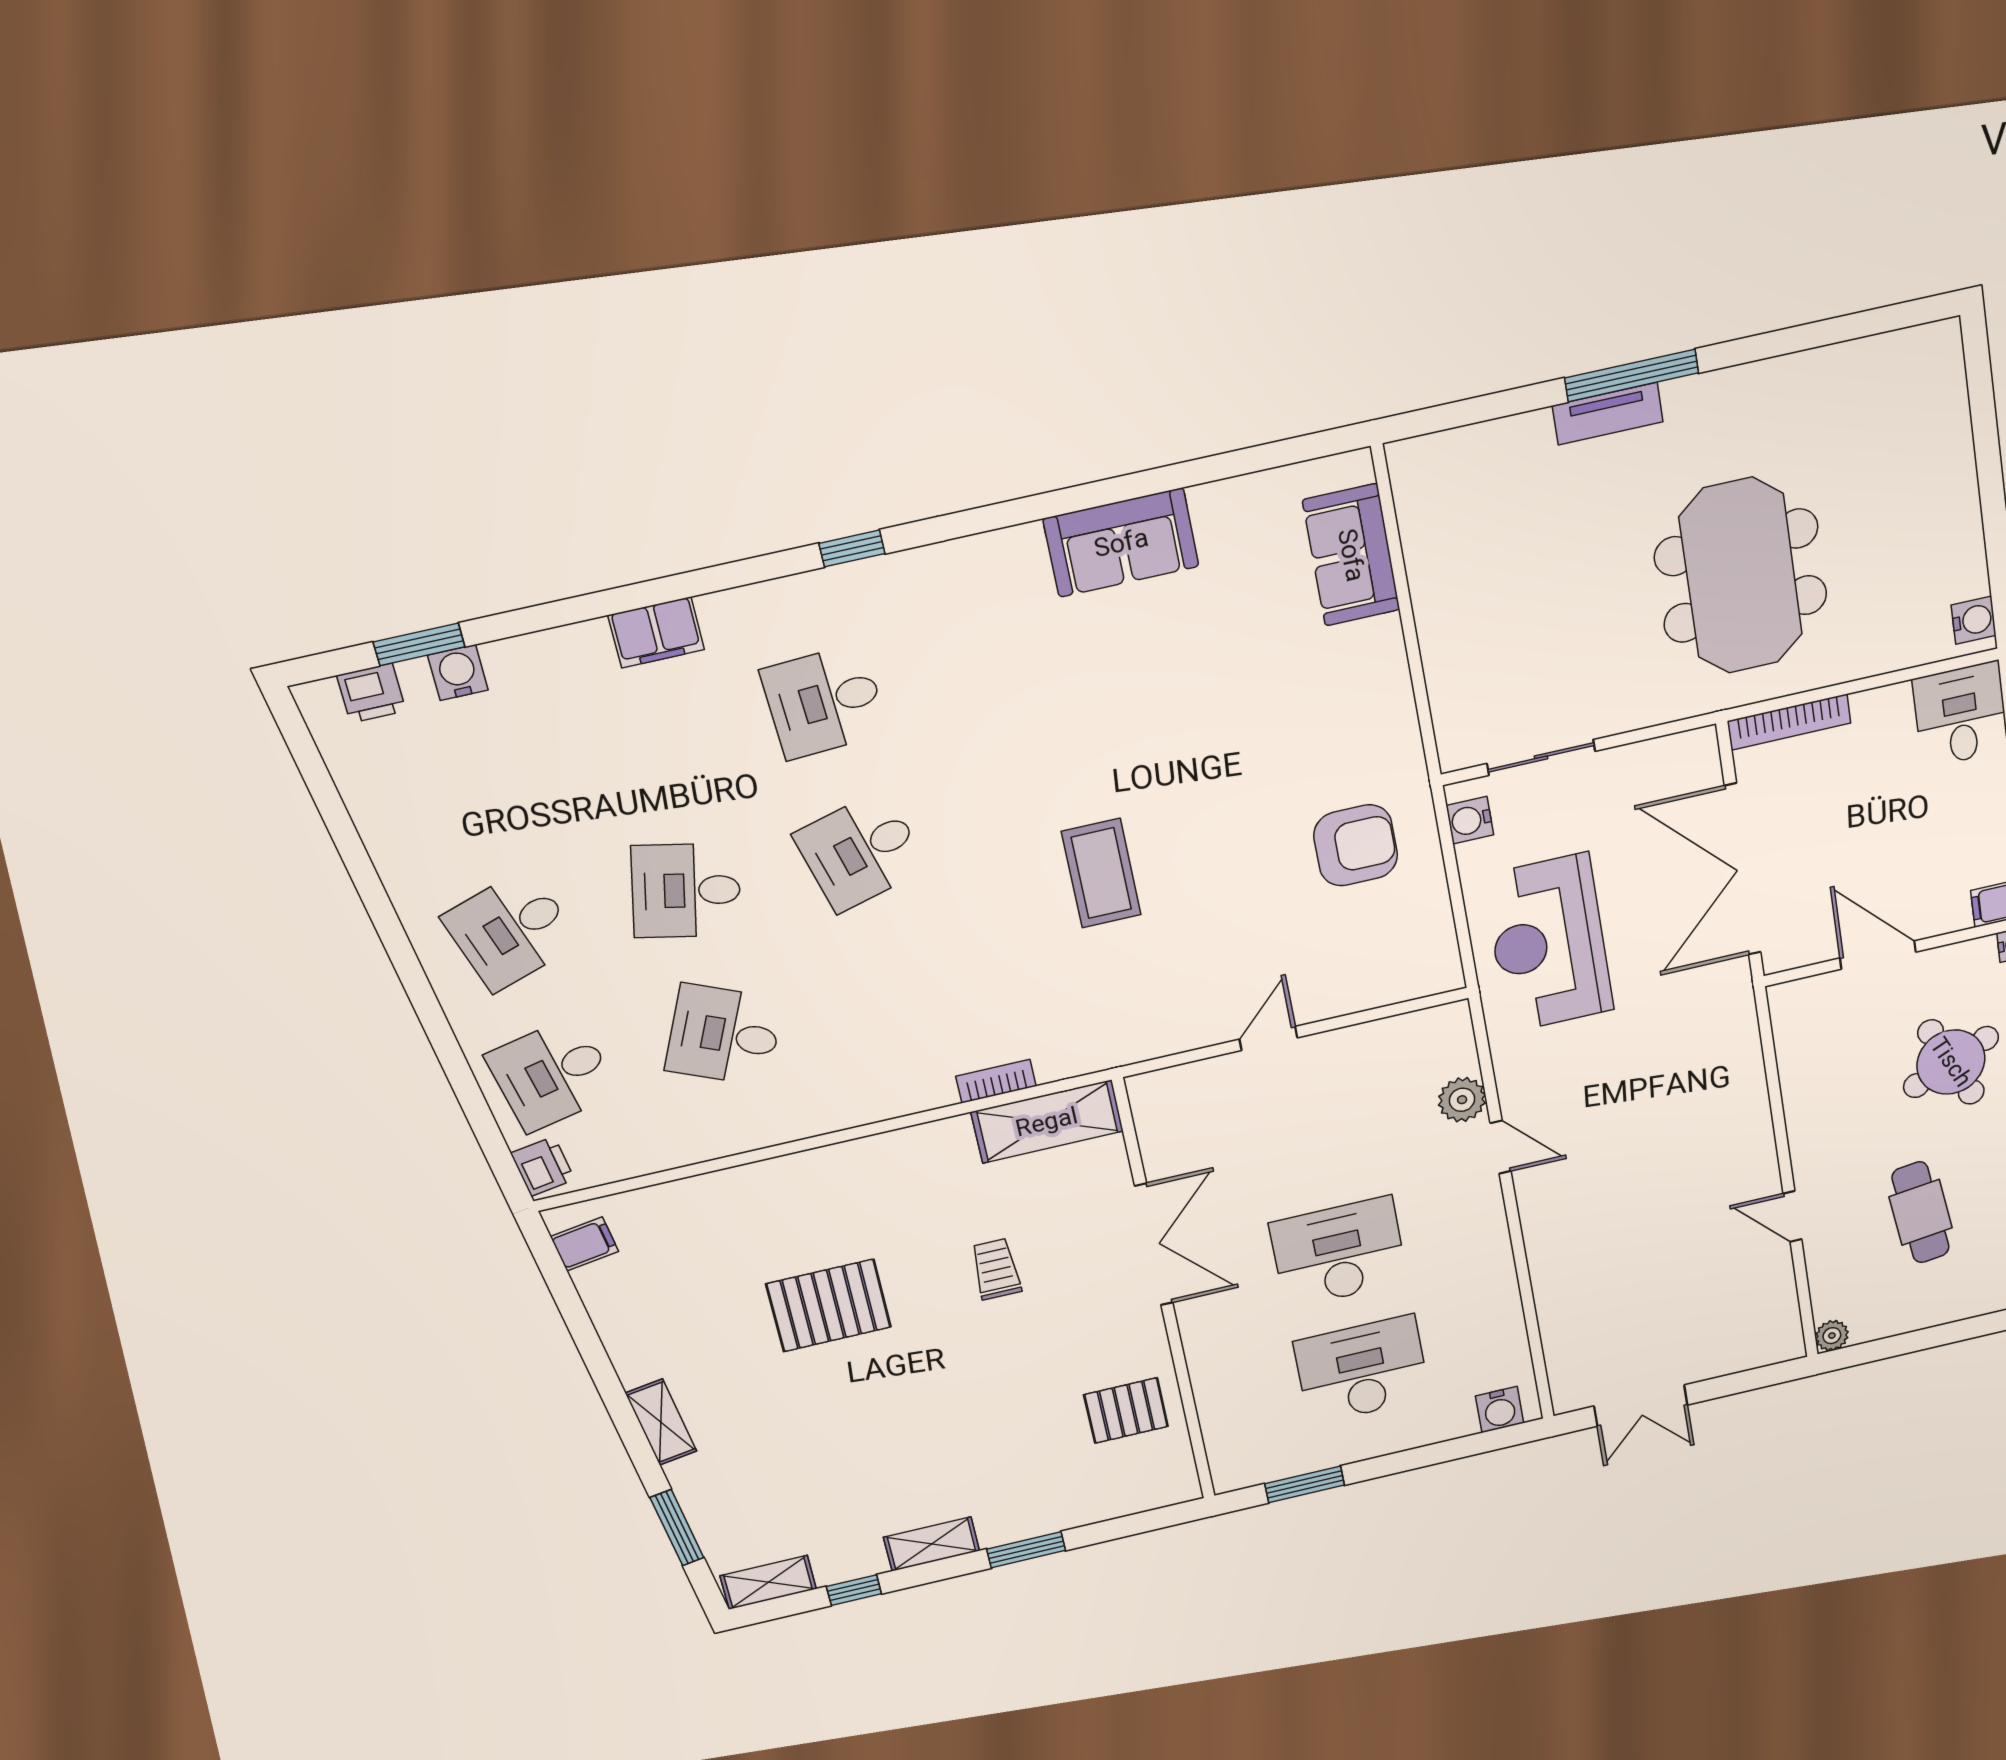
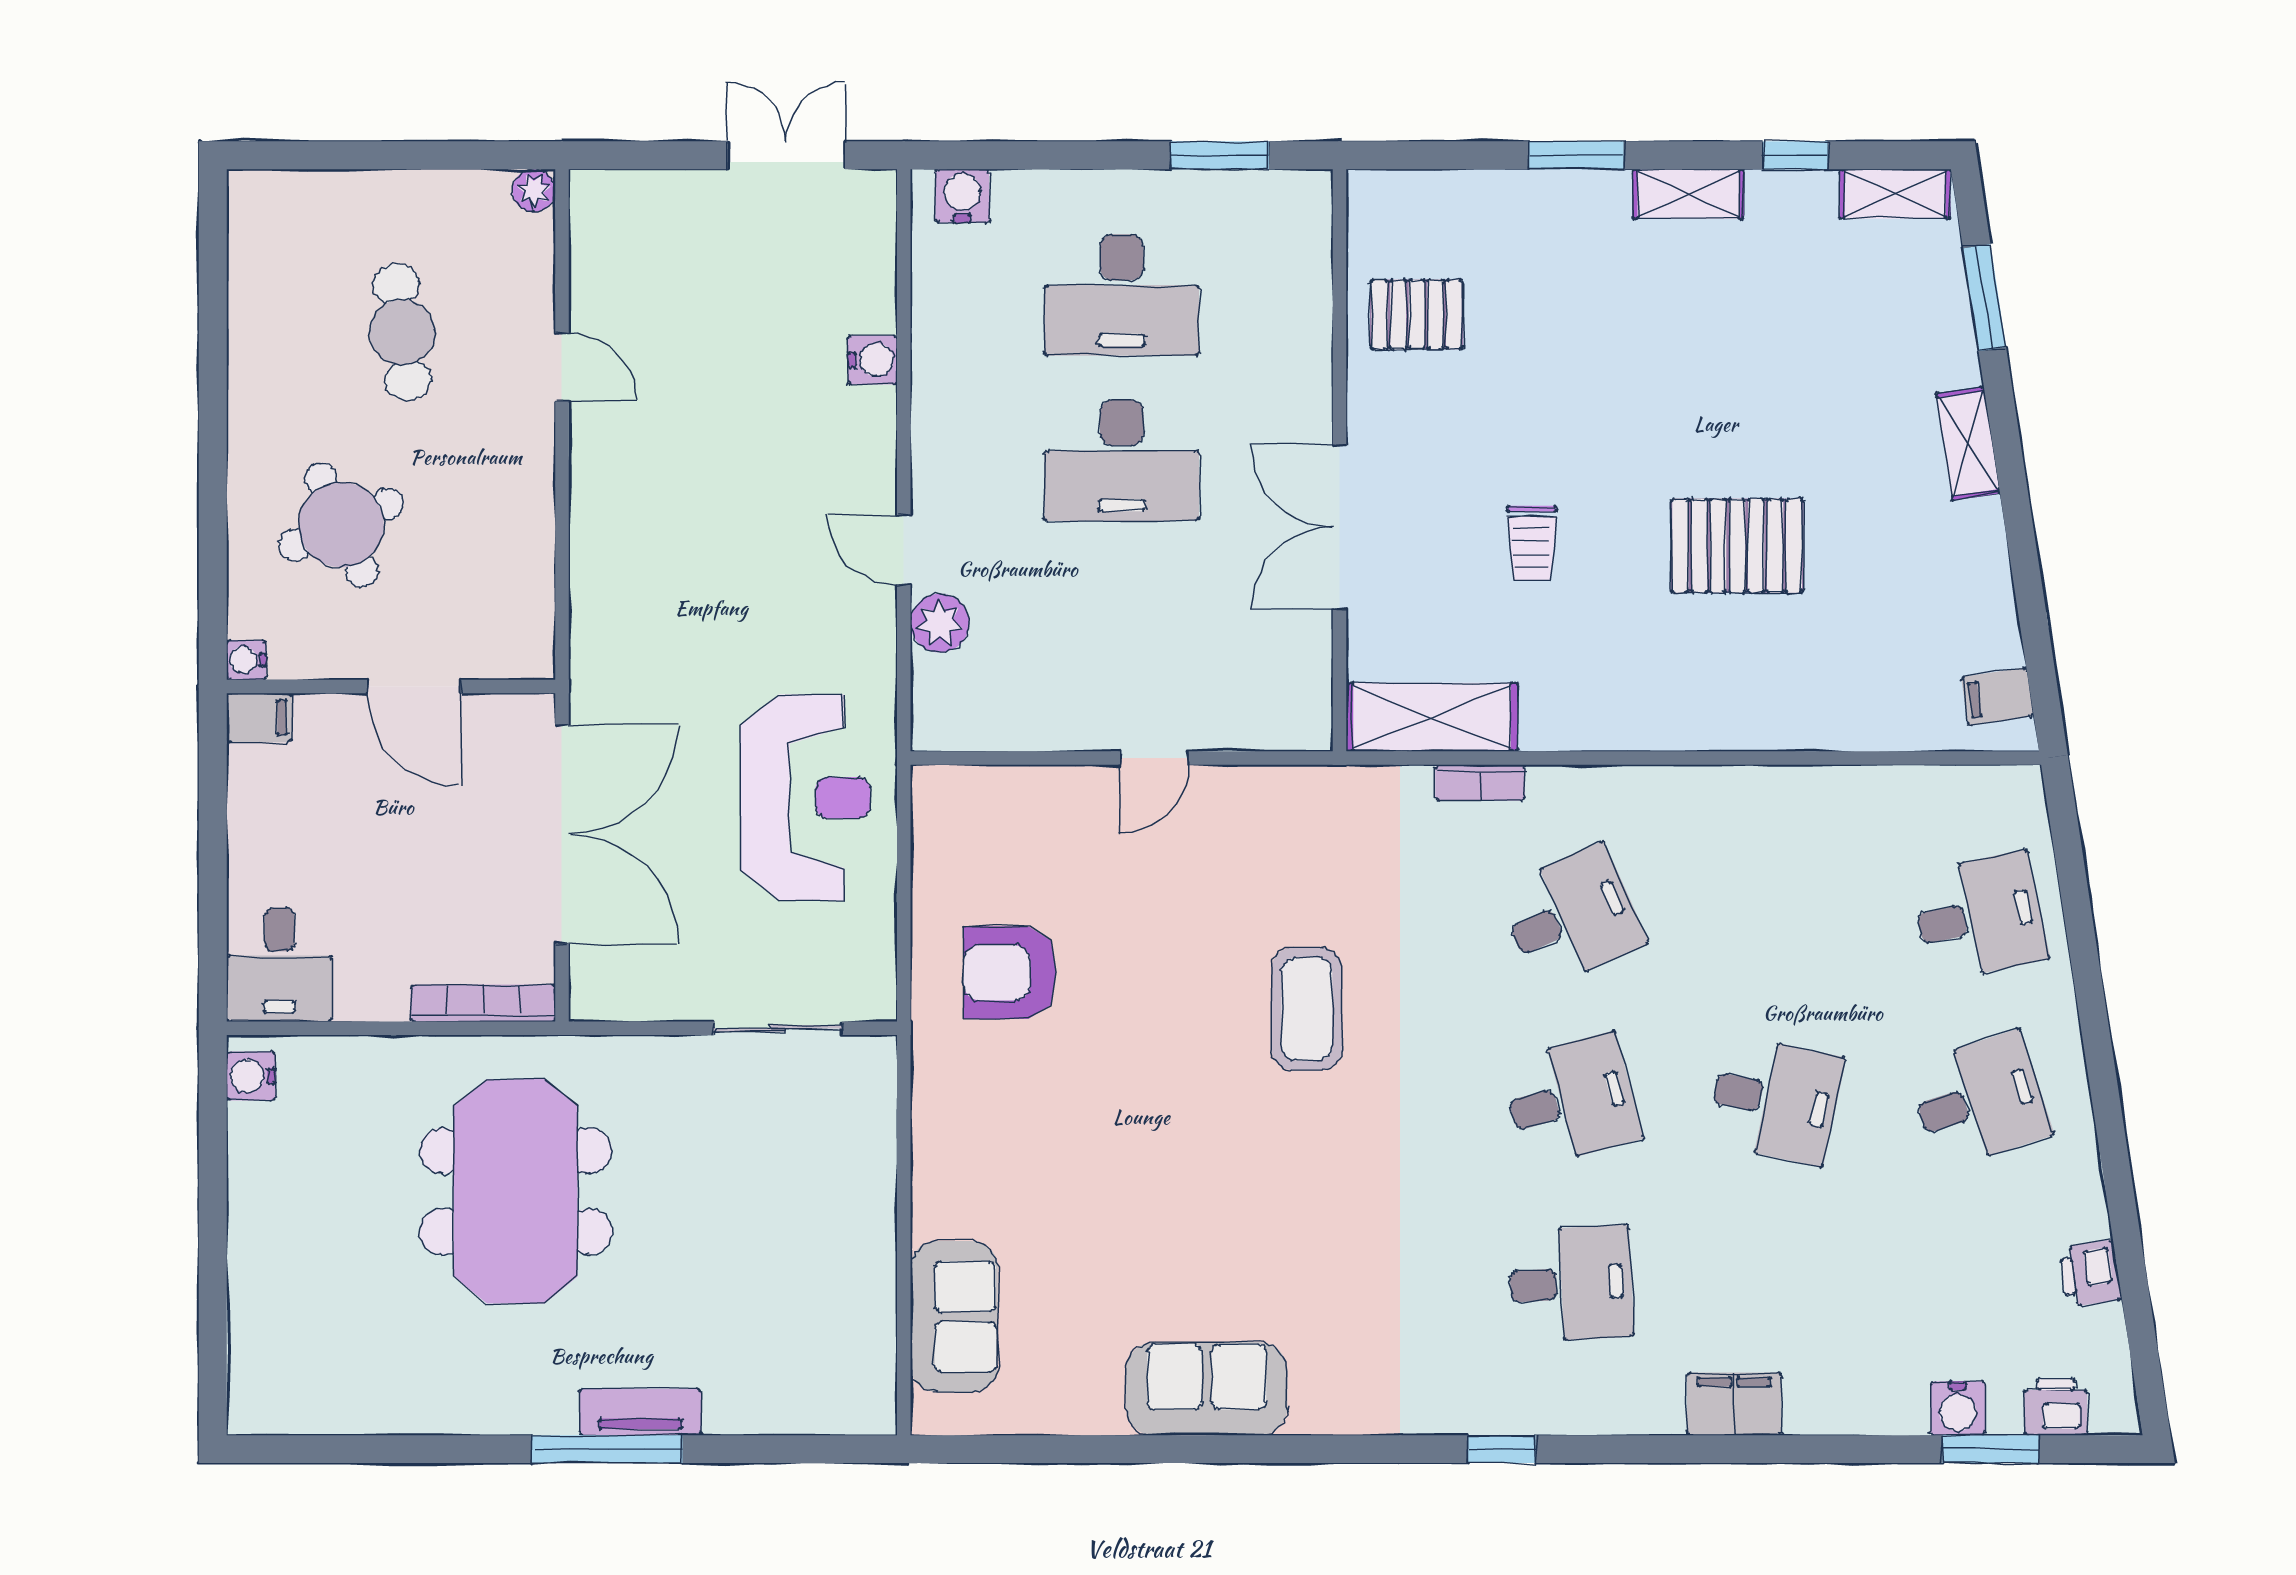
water cooler: (1470, 820) -> (873, 360), moved
desk: (724, 1035) -> (1571, 916), moved, turned -48
printer: (543, 1166) -> (2090, 1273), moved

